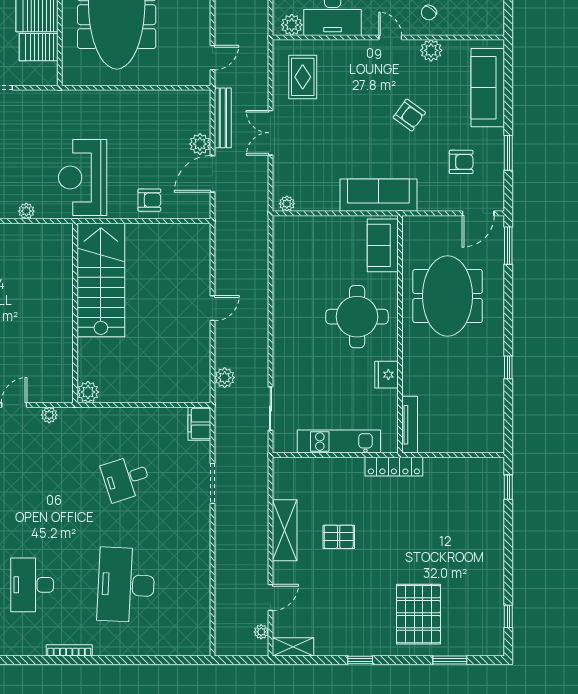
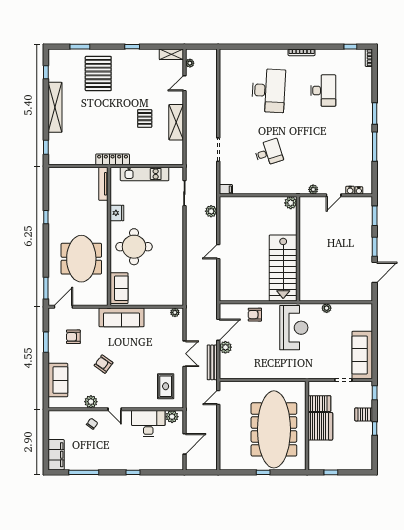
sofa: (488, 88) -> (58, 380), width x0.73
filing cabinet: (199, 424) -> (226, 189), width x0.50
pallet: (339, 537) -> (145, 118), turned 90
shelving: (493, 556) -> (55, 107), added

